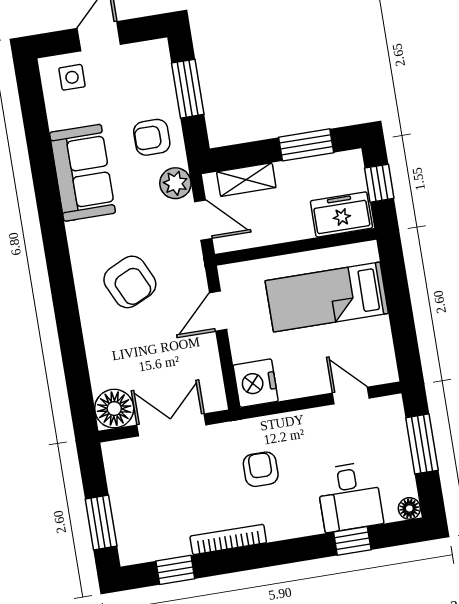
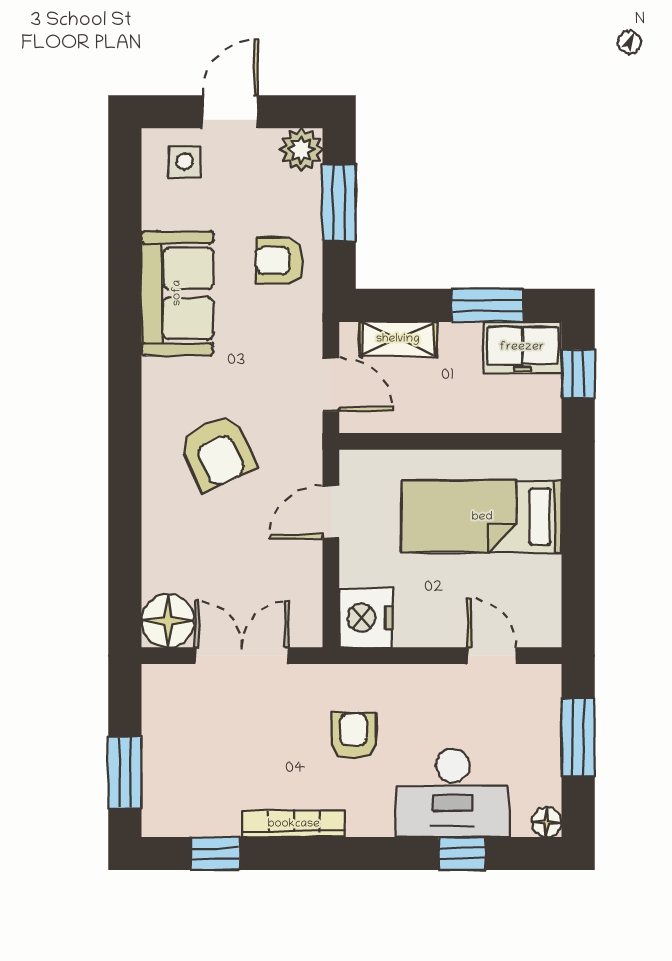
plant: (175, 183) -> (301, 150), moved
freezer: (341, 214) -> (522, 347), moved, turned 180
desk: (350, 497) -> (453, 793), width x1.37

